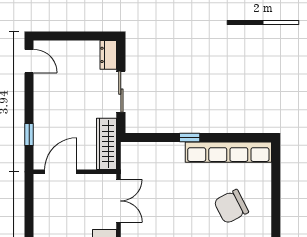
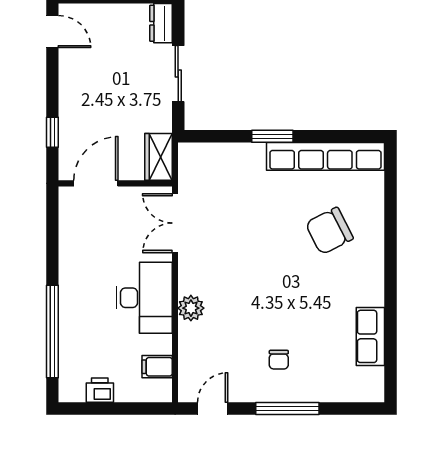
window: (190, 137) -> (272, 136), width x1.50
wardrobe: (106, 144) -> (158, 157), width x0.67
double door: (119, 201) -> (175, 223), swing flipped

